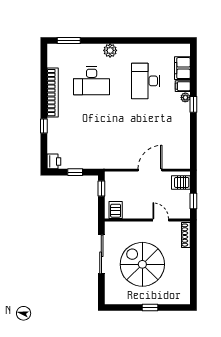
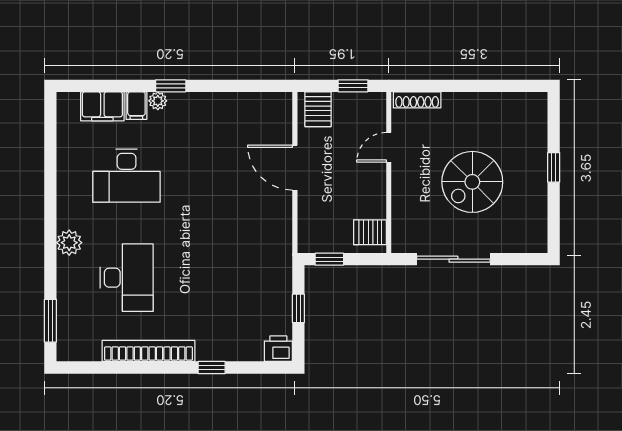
spiral stairs: (142, 264) -> (472, 182), width x0.73, depth x0.73

